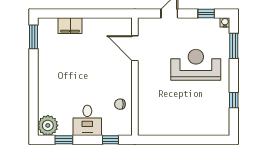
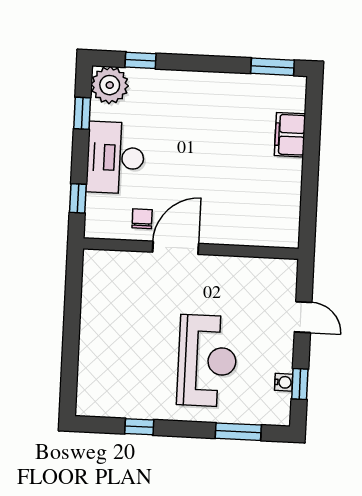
water cooler: (225, 22) -> (284, 382), moved
door: (135, 48) -> (176, 248), moved
window: (33, 109) -> (141, 60), added
desk: (87, 120) -> (115, 158), width x1.37

